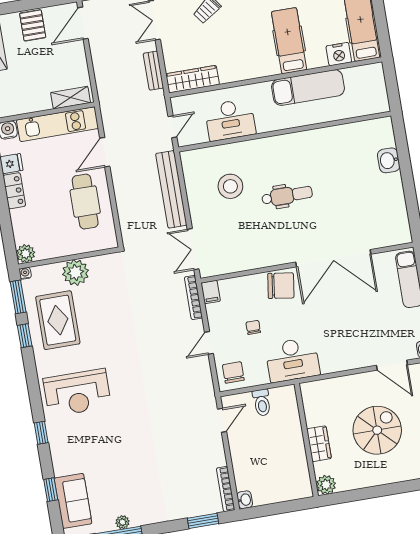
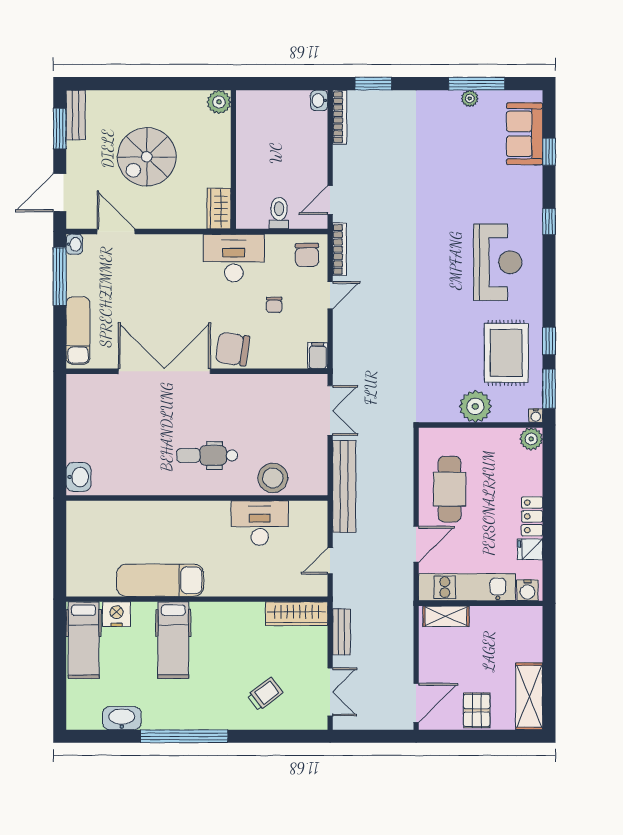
desk: (230, 120) -> (260, 523), moved
wall: (285, 132) -> (197, 498), moved
bookcase: (193, 297) -> (340, 249), moved
reception desk: (77, 393) -> (498, 262), turned 90
wardrobe: (319, 444) -> (219, 209), moved

